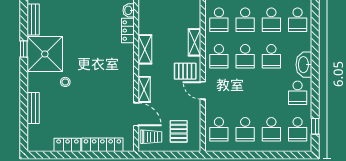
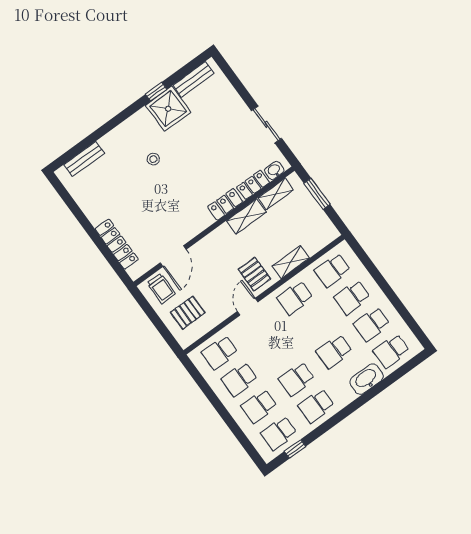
shower: (45, 54) -> (168, 109), width x0.73, depth x0.73
school desk: (245, 56) -> (297, 379), moved
washbasin: (304, 65) -> (366, 379), moved
shelving: (144, 89) -> (276, 194), moved
bench: (33, 108) -> (84, 159), moved
locker: (67, 145) -> (225, 204), moved, turned -90

